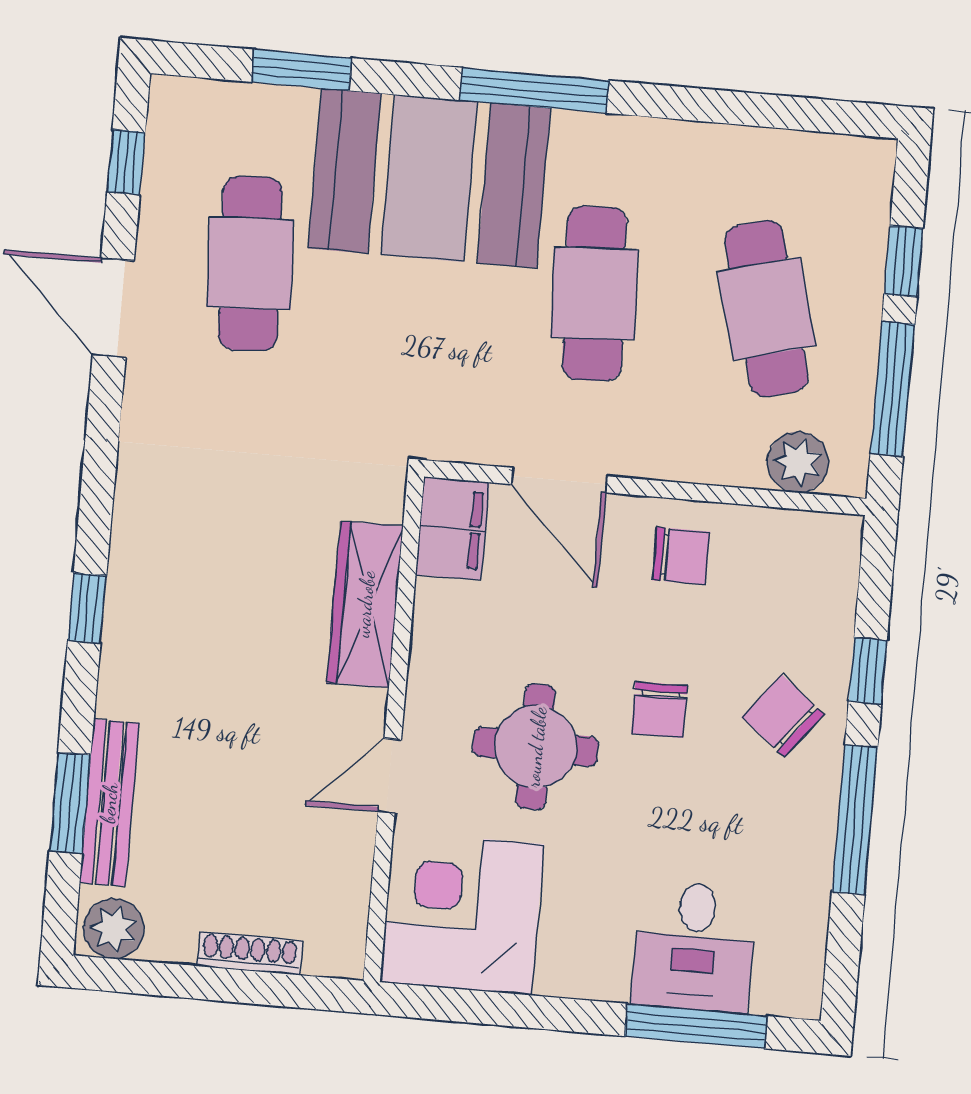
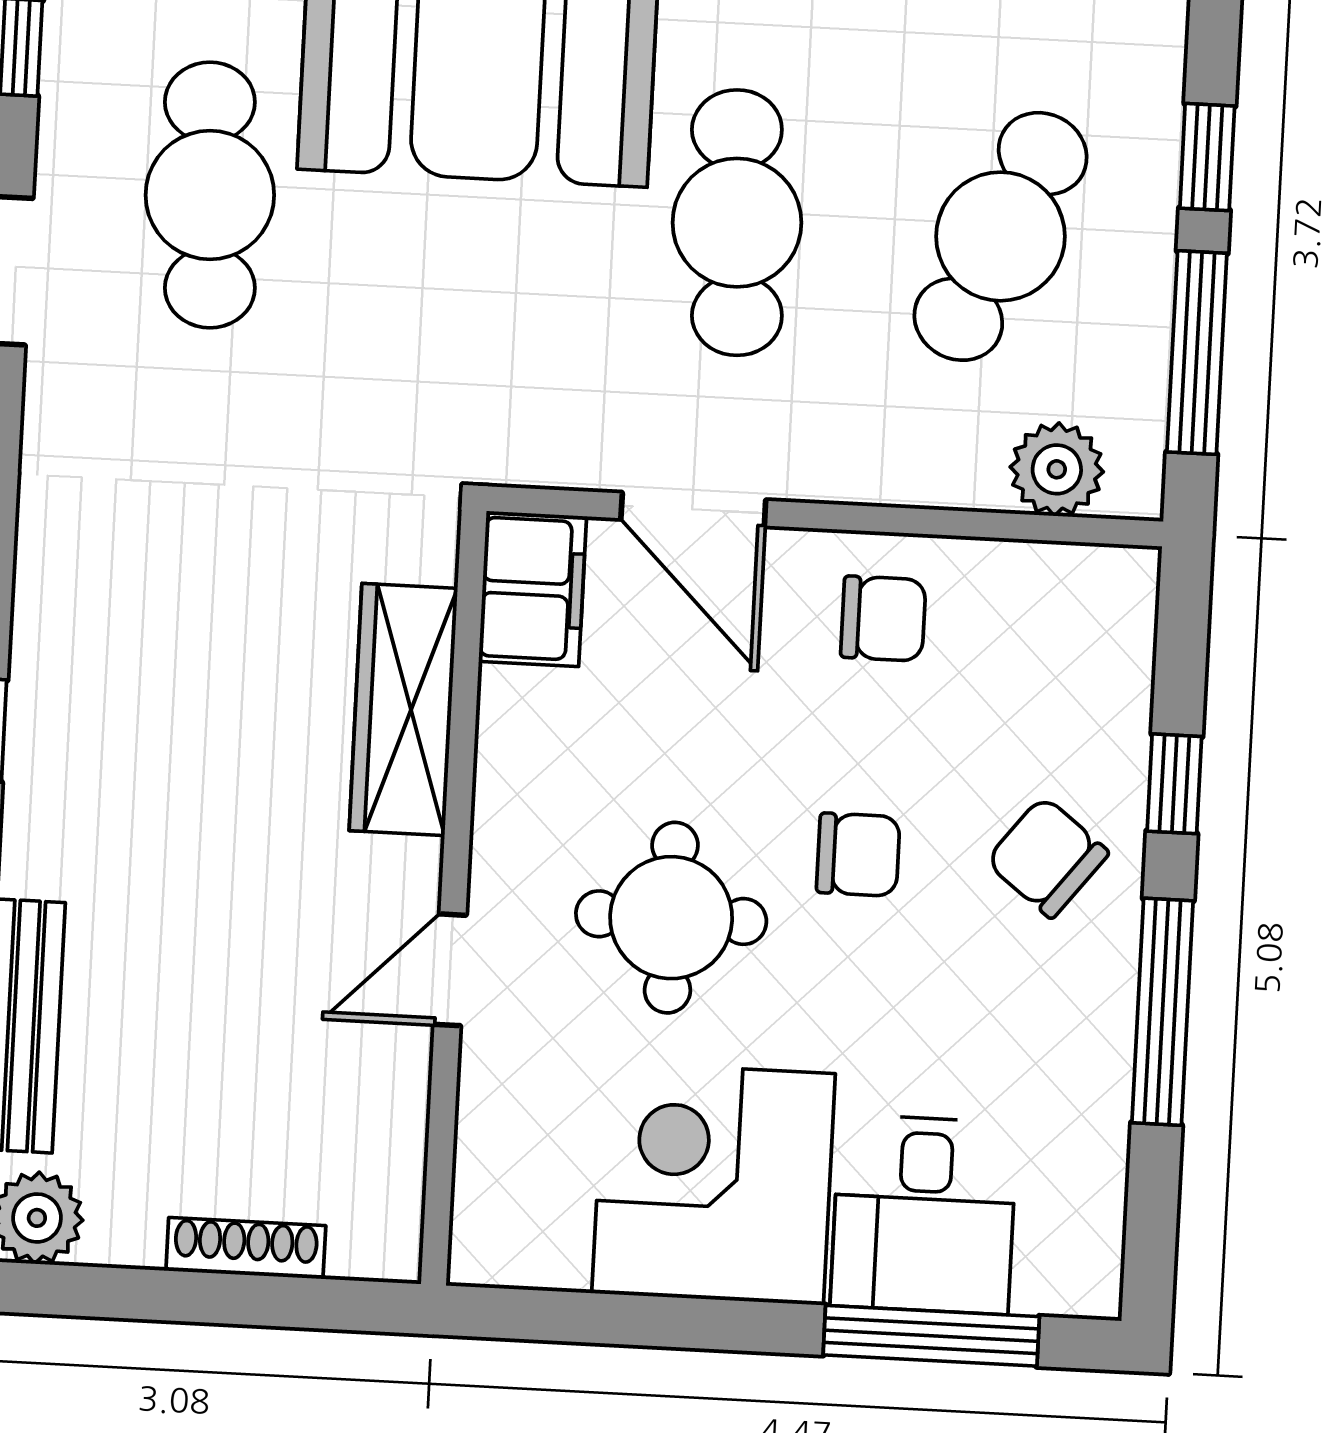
cafe table: (767, 309) -> (1000, 236), turned 39
chair: (659, 710) -> (858, 855), turned -90
corner desk: (462, 913) -> (714, 1183), moved

